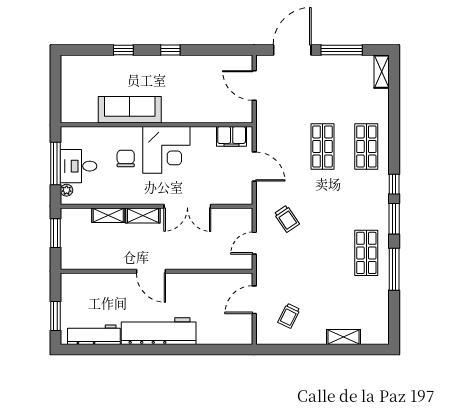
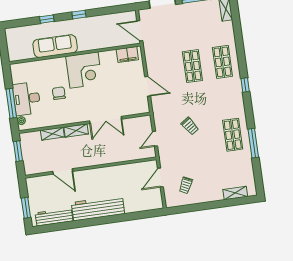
sofa: (130, 110) -> (55, 46), moved
wall: (156, 125) -> (75, 54), moved
filing cabinet: (232, 136) -> (127, 54), moved
corner desk: (166, 150) -> (84, 70), moved
desk: (79, 166) -> (27, 99), width x1.37
trolley: (287, 219) -> (190, 126), moved
window: (394, 219) -> (248, 109), removed
door: (151, 271) -> (63, 171), moved
shelving: (343, 337) -> (235, 193), moved

